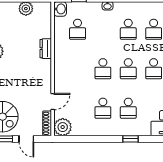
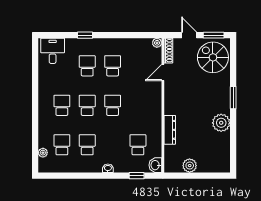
dresser: (46, 49) -> (170, 130), width x1.44
plant: (63, 127) -> (157, 43), width x0.53, depth x0.53

